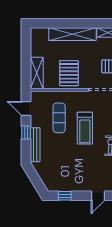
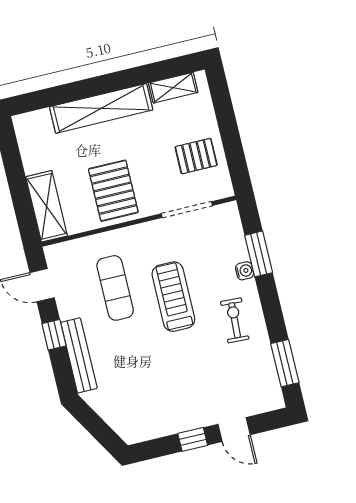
treadmill: (85, 128) -> (173, 297), turned 180
window: (65, 196) -> (193, 439), moved
door: (98, 196) -> (234, 429), hinge flipped

